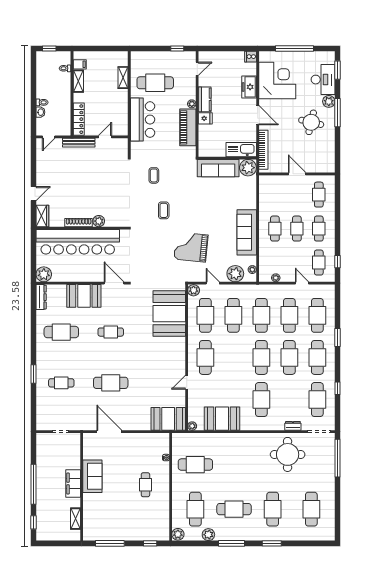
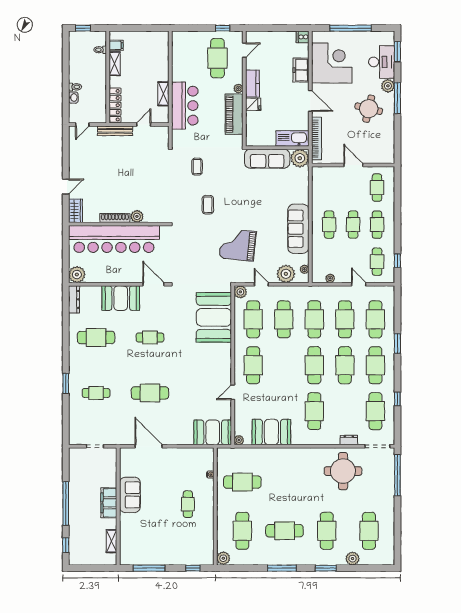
shelving: (123, 78) -> (163, 94), moved
cafe table: (155, 83) -> (217, 58), moved, turned 90
plant: (208, 535) -> (353, 559), moved

